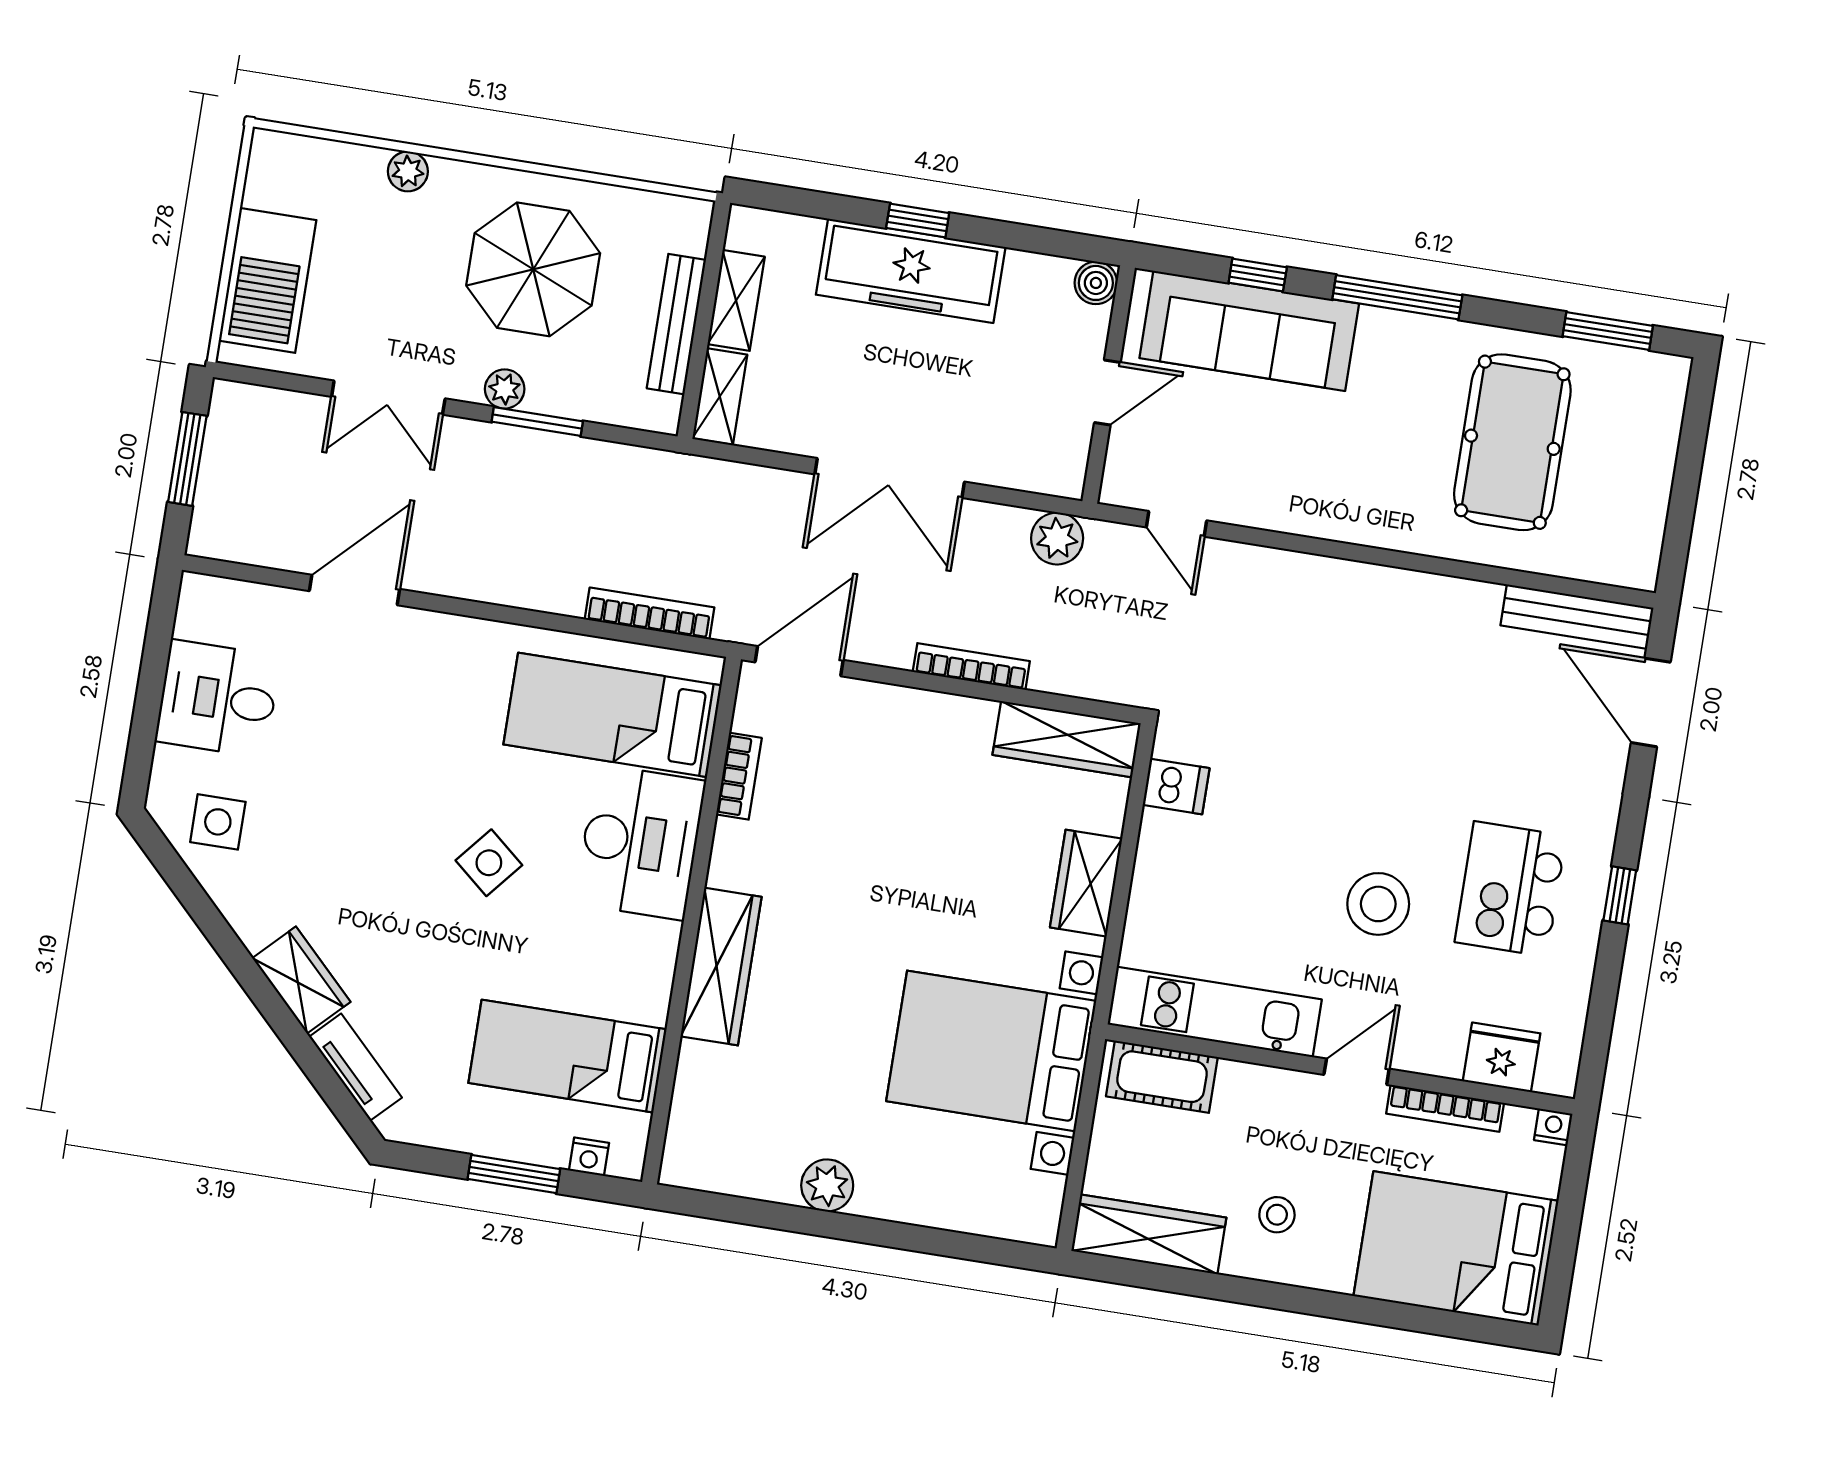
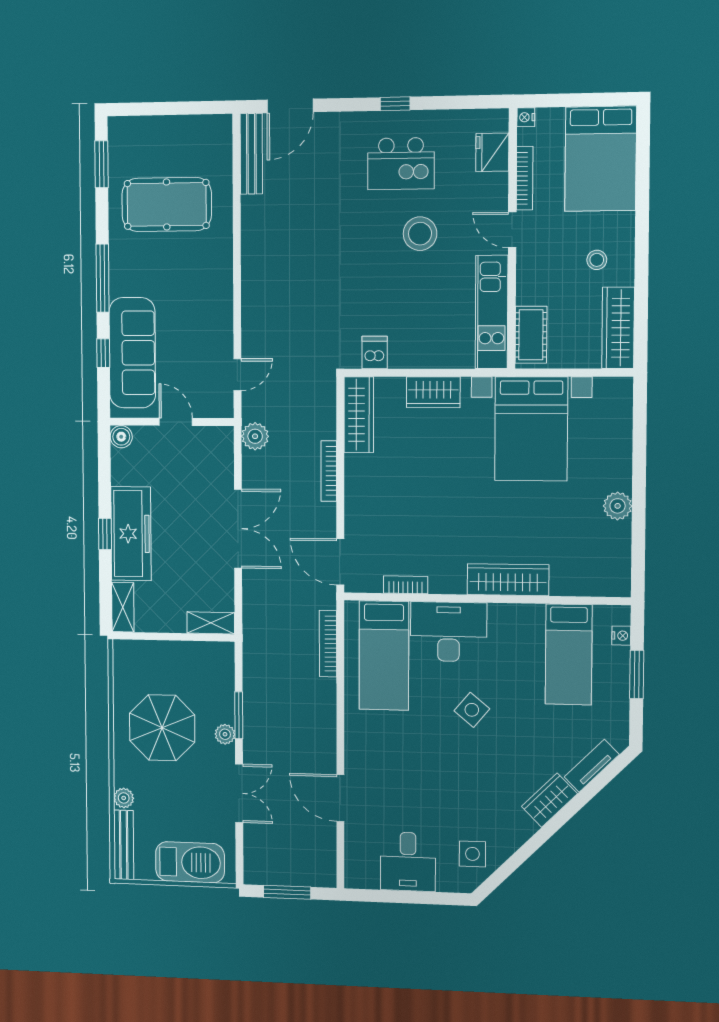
shelving: (736, 300) -> (123, 607), moved, turned 90
bench: (676, 324) -> (124, 845), moved, turned 90

